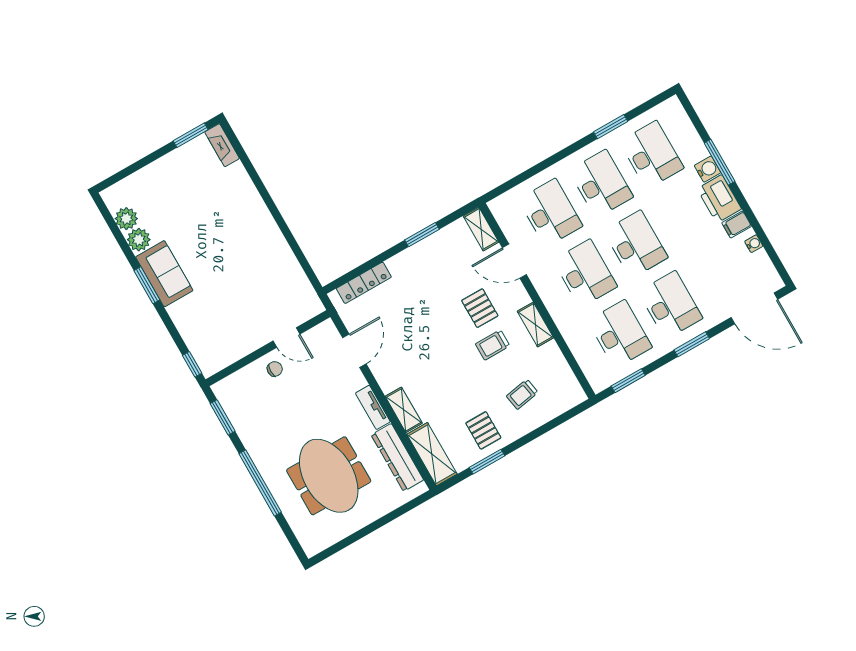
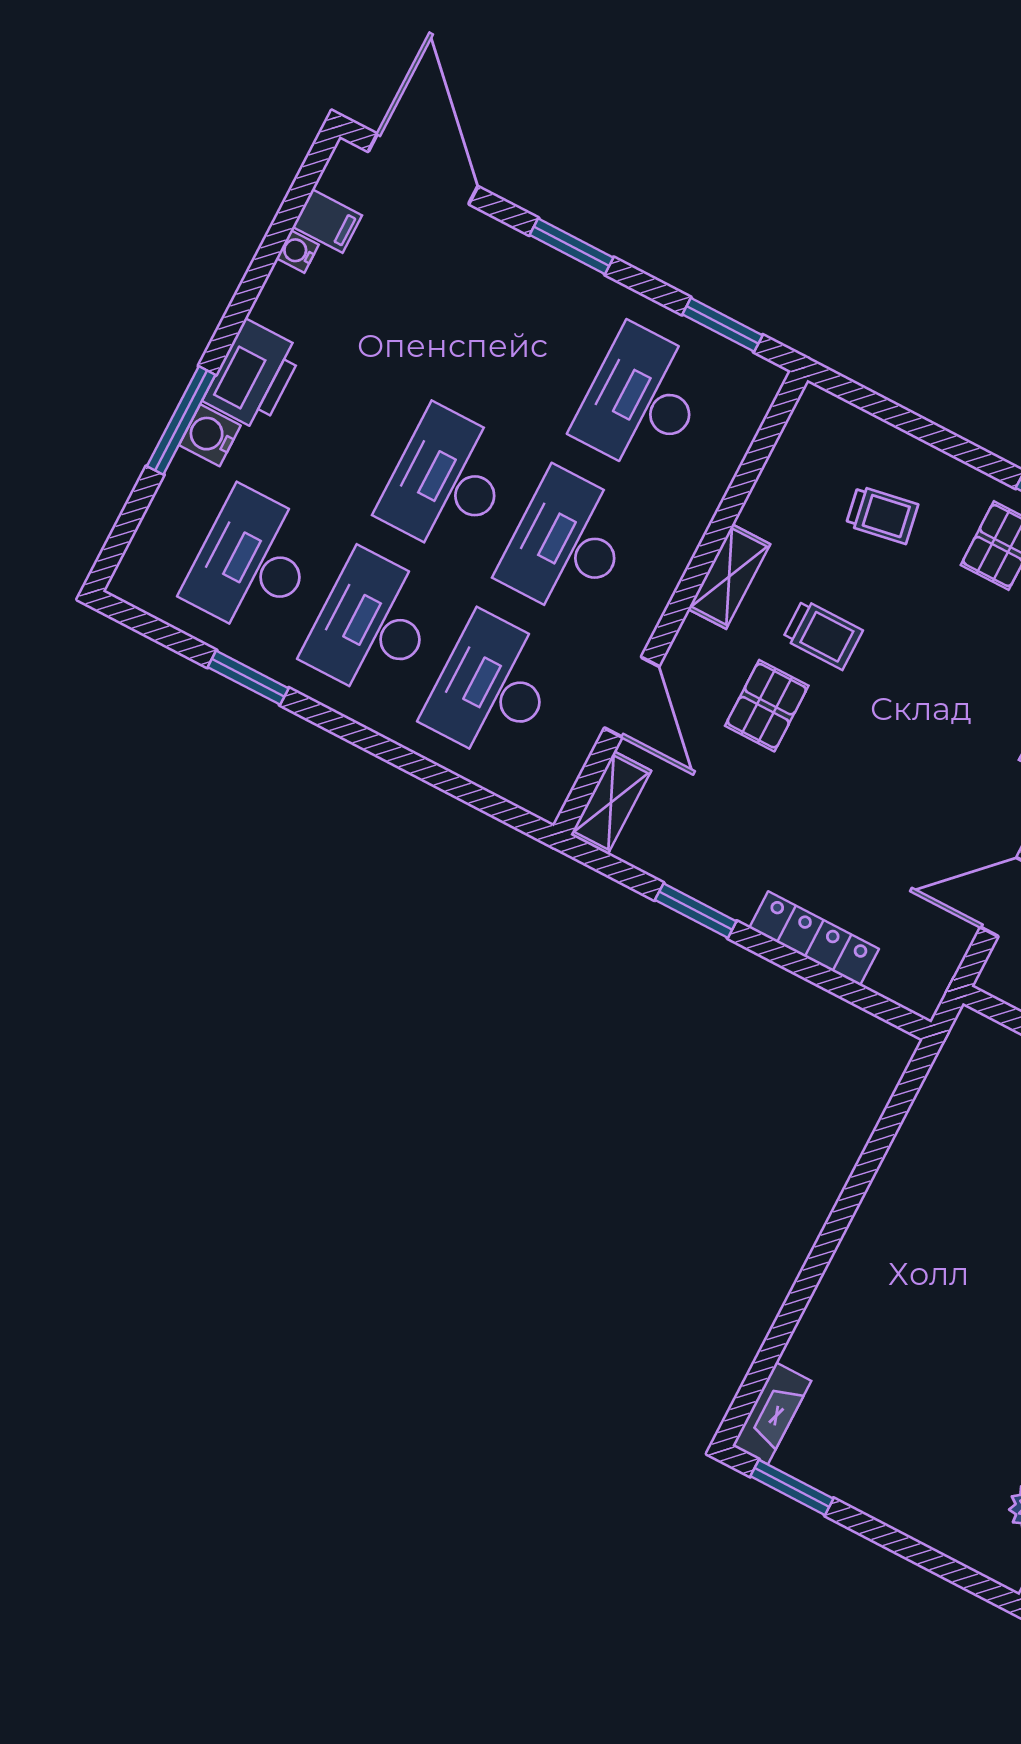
filing cabinet: (737, 225) -> (327, 221), moved
locker: (364, 283) -> (814, 938), moved
desk: (670, 305) -> (522, 337), removed

